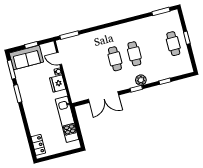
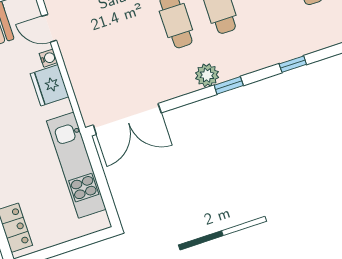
plant: (141, 80) -> (207, 75), moved
double door: (104, 97) -> (127, 119), moved

